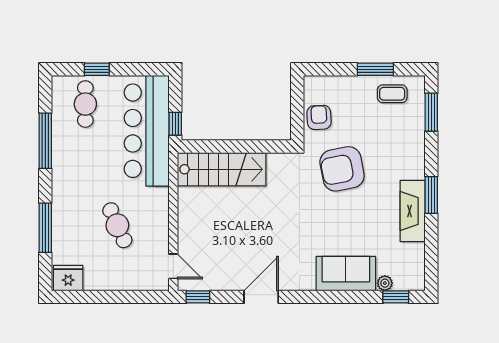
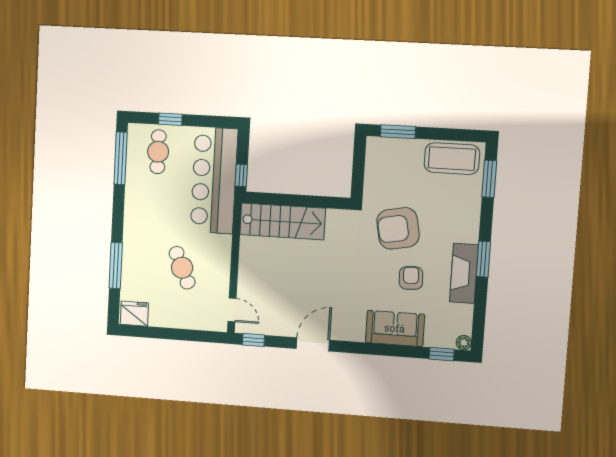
window: (375, 69) -> (398, 132), moved
coffee table: (392, 94) -> (452, 159), width x1.86, depth x1.72
armchair: (319, 117) -> (411, 278), moved
window: (45, 141) -> (121, 158), moved
plant: (385, 283) -> (464, 343), moved

